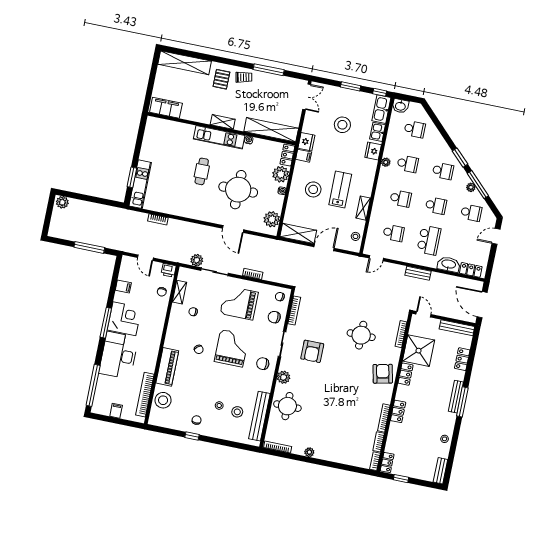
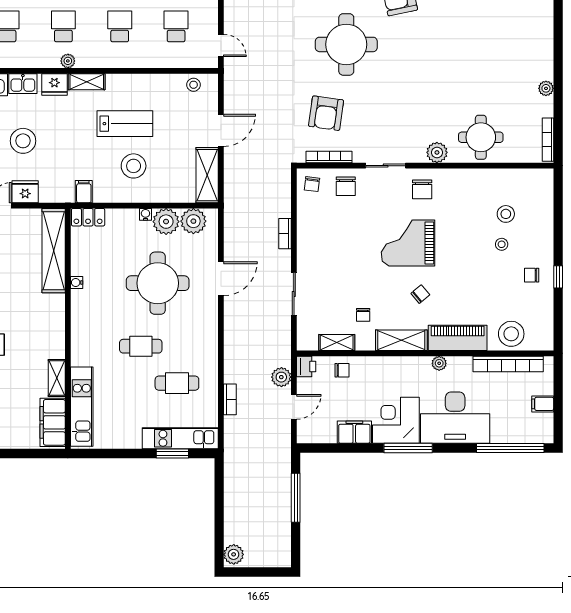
shelving: (223, 122) -> (57, 378), moved
kitchen unit: (219, 137) -> (82, 407), moved
fridge: (306, 142) -> (25, 192), moved
plant: (281, 174) -> (166, 222), moved
cafe table: (174, 189) -> (177, 383), added
lab bench: (340, 189) -> (125, 124), turned 180
shelving: (363, 208) -> (87, 82), moved
door: (324, 247) -> (221, 130), swing flipped
plant: (197, 260) -> (281, 377), moved
filing cabinet: (123, 286) -> (354, 432), width x2.00
grand piano: (239, 303) -> (335, 246), removed
shelving: (173, 332) -> (401, 340), added
round table: (361, 335) -> (346, 44), width x1.36, depth x1.36
armchair: (312, 351) -> (326, 113), moved, turned 98
plant: (154, 352) -> (439, 363), added
bench: (259, 416) -> (505, 178), removed

